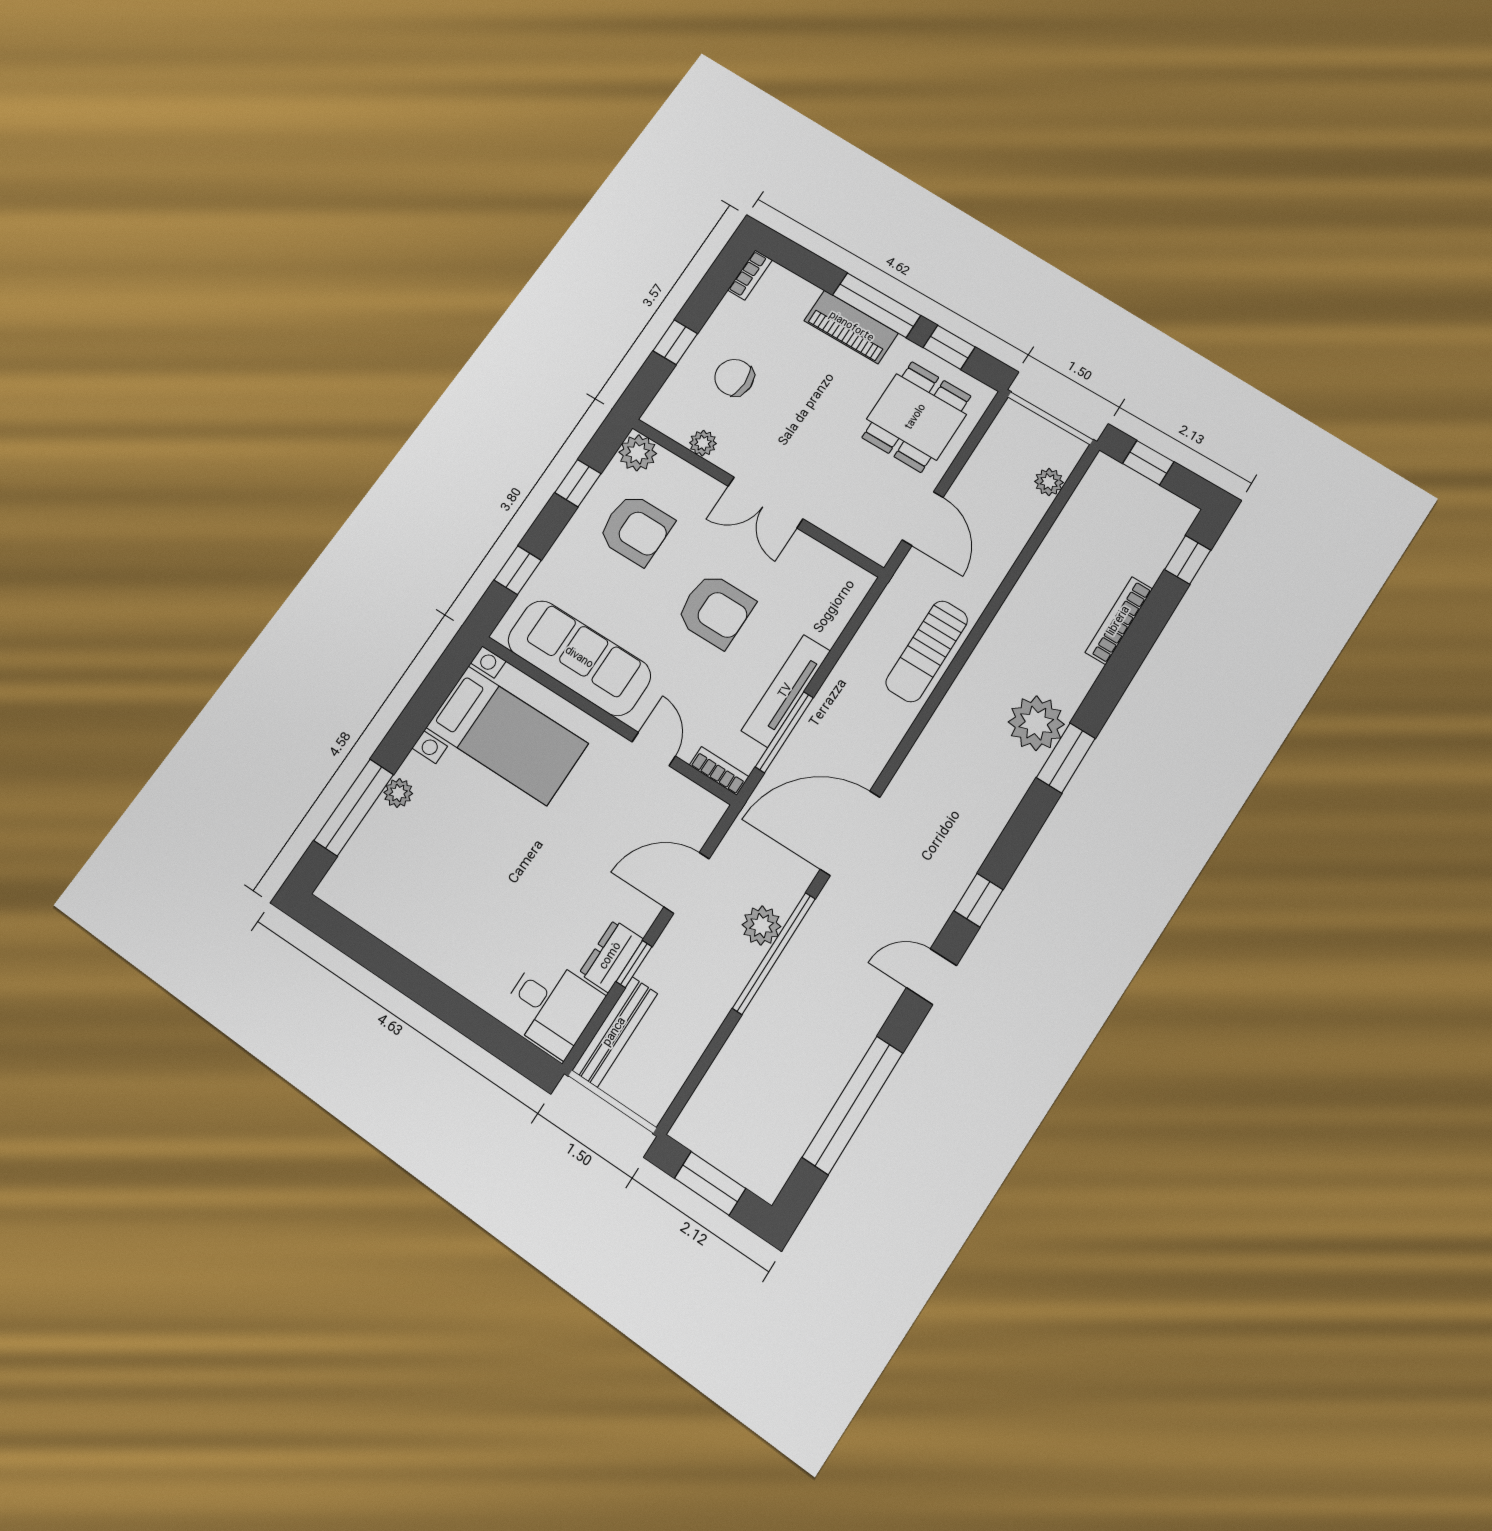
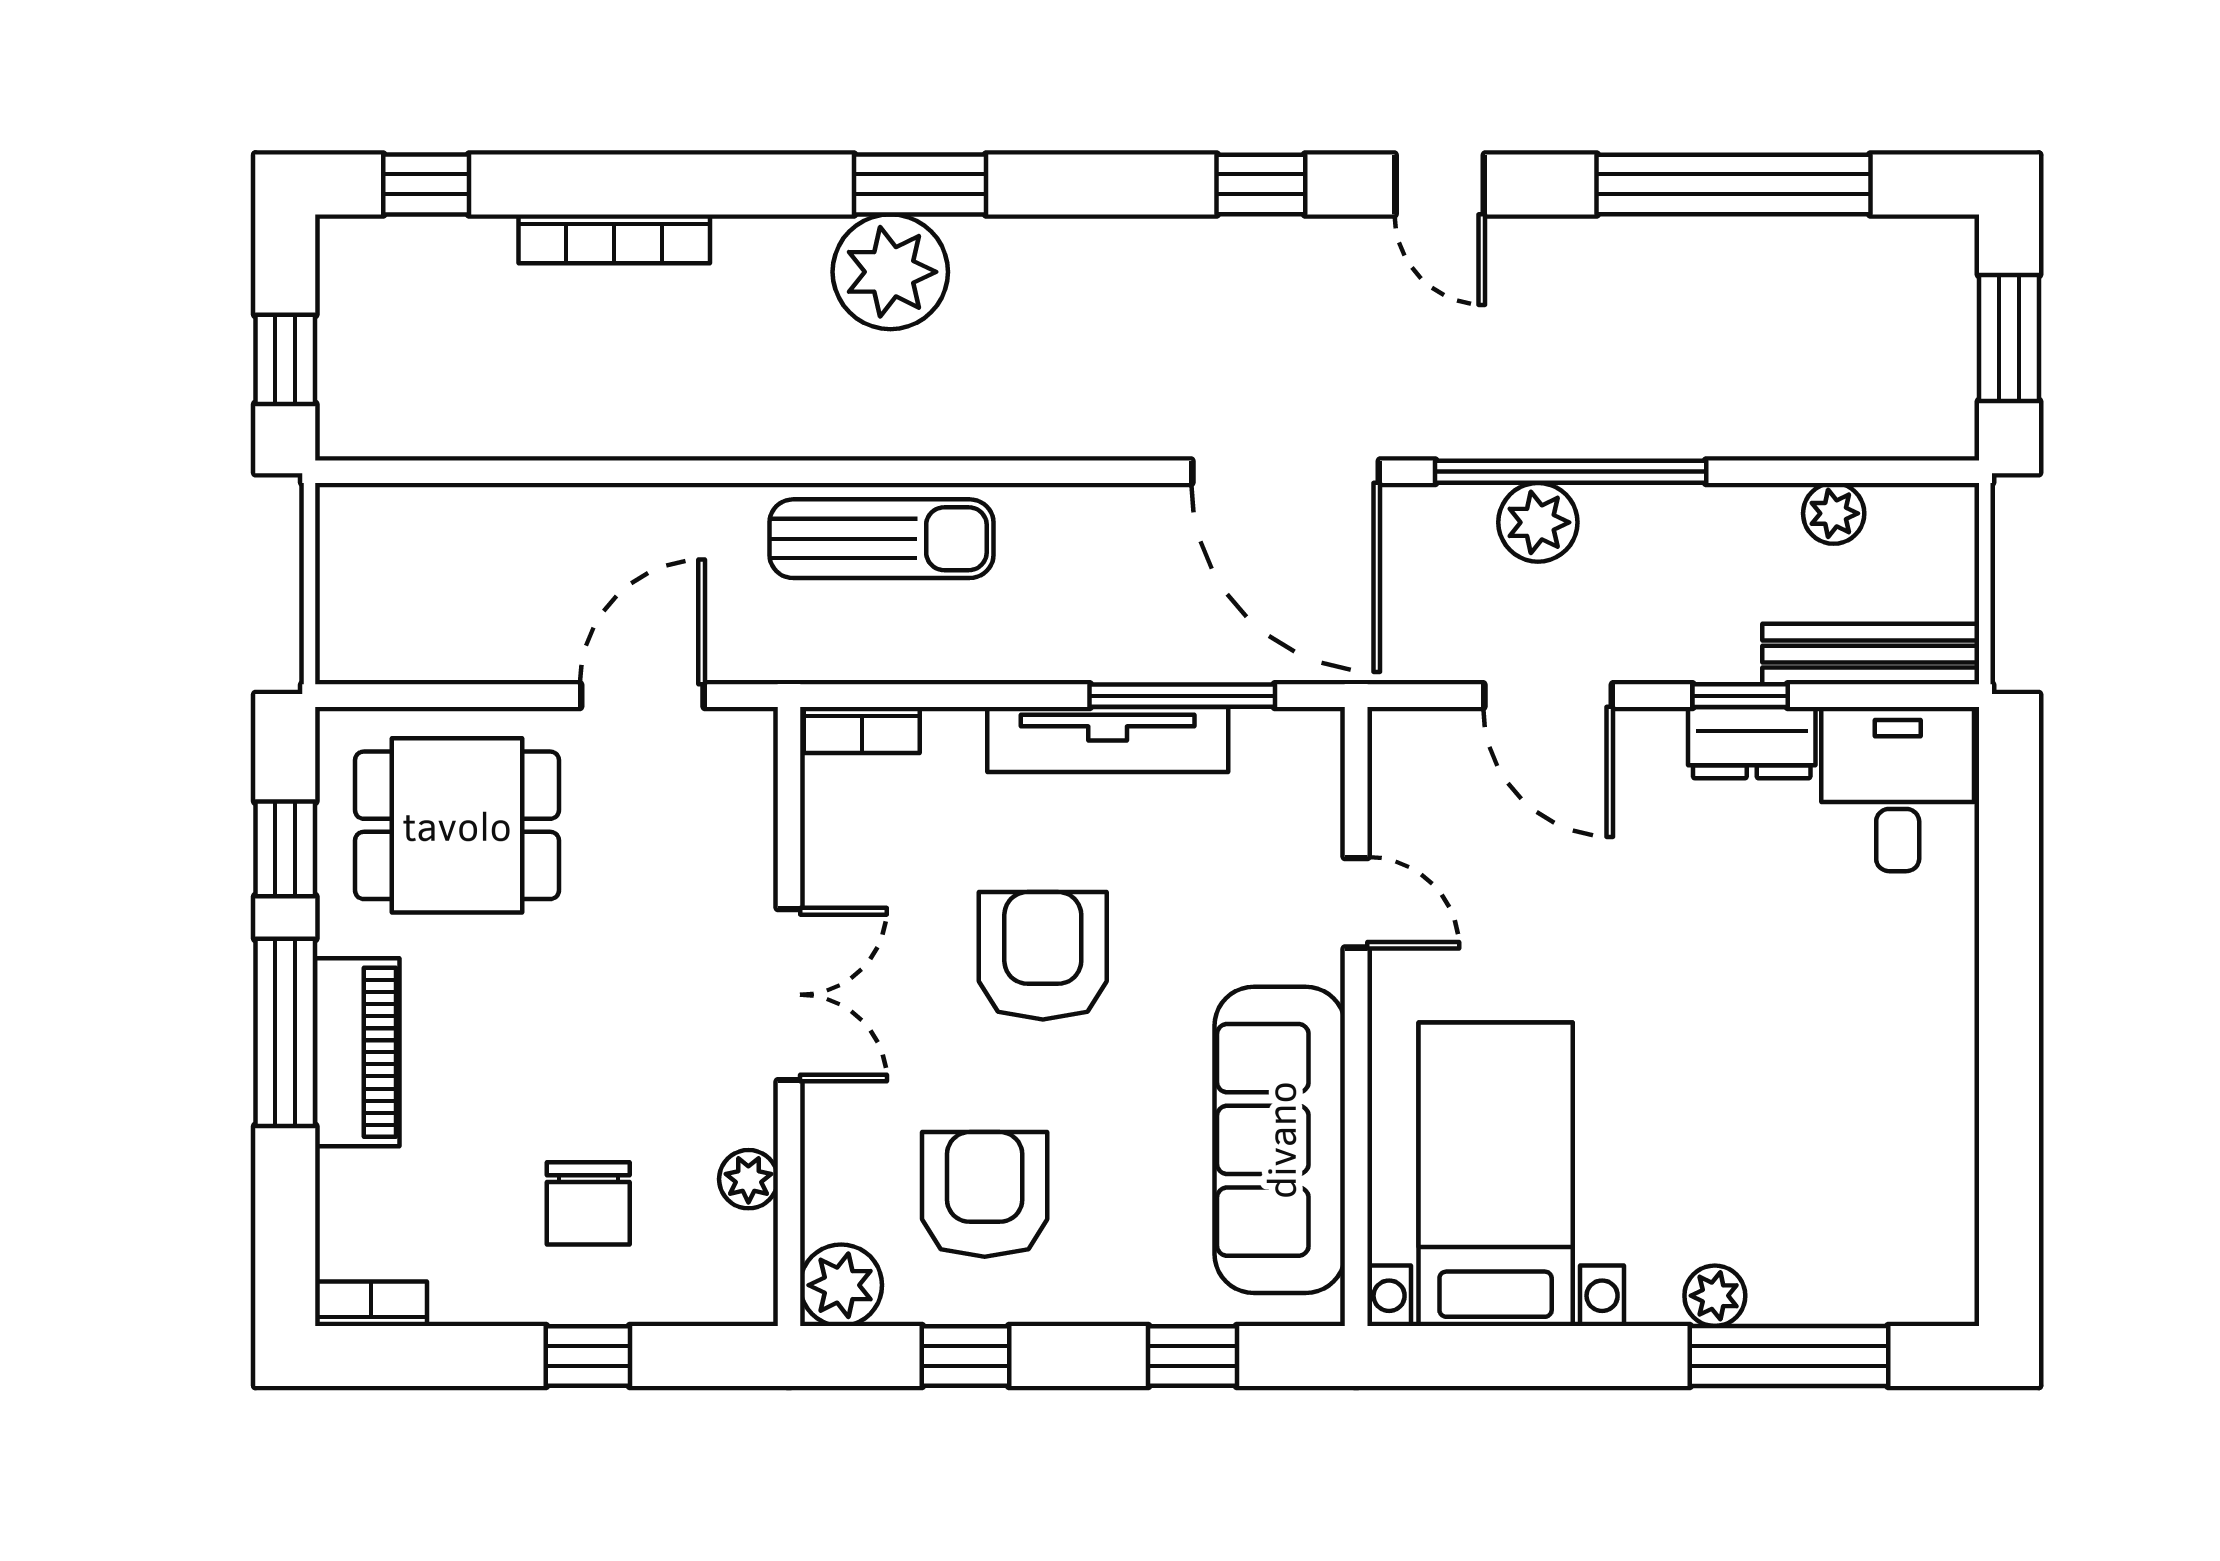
plant: (1049, 482) -> (1834, 513), moved
door: (654, 749) -> (1356, 903), swing flipped
bookcase: (719, 771) -> (862, 730), moved, turned -90

